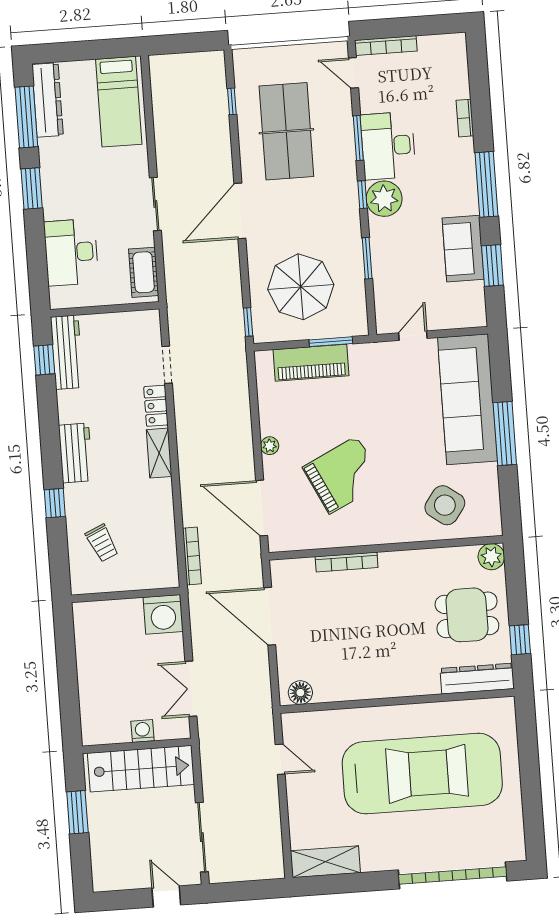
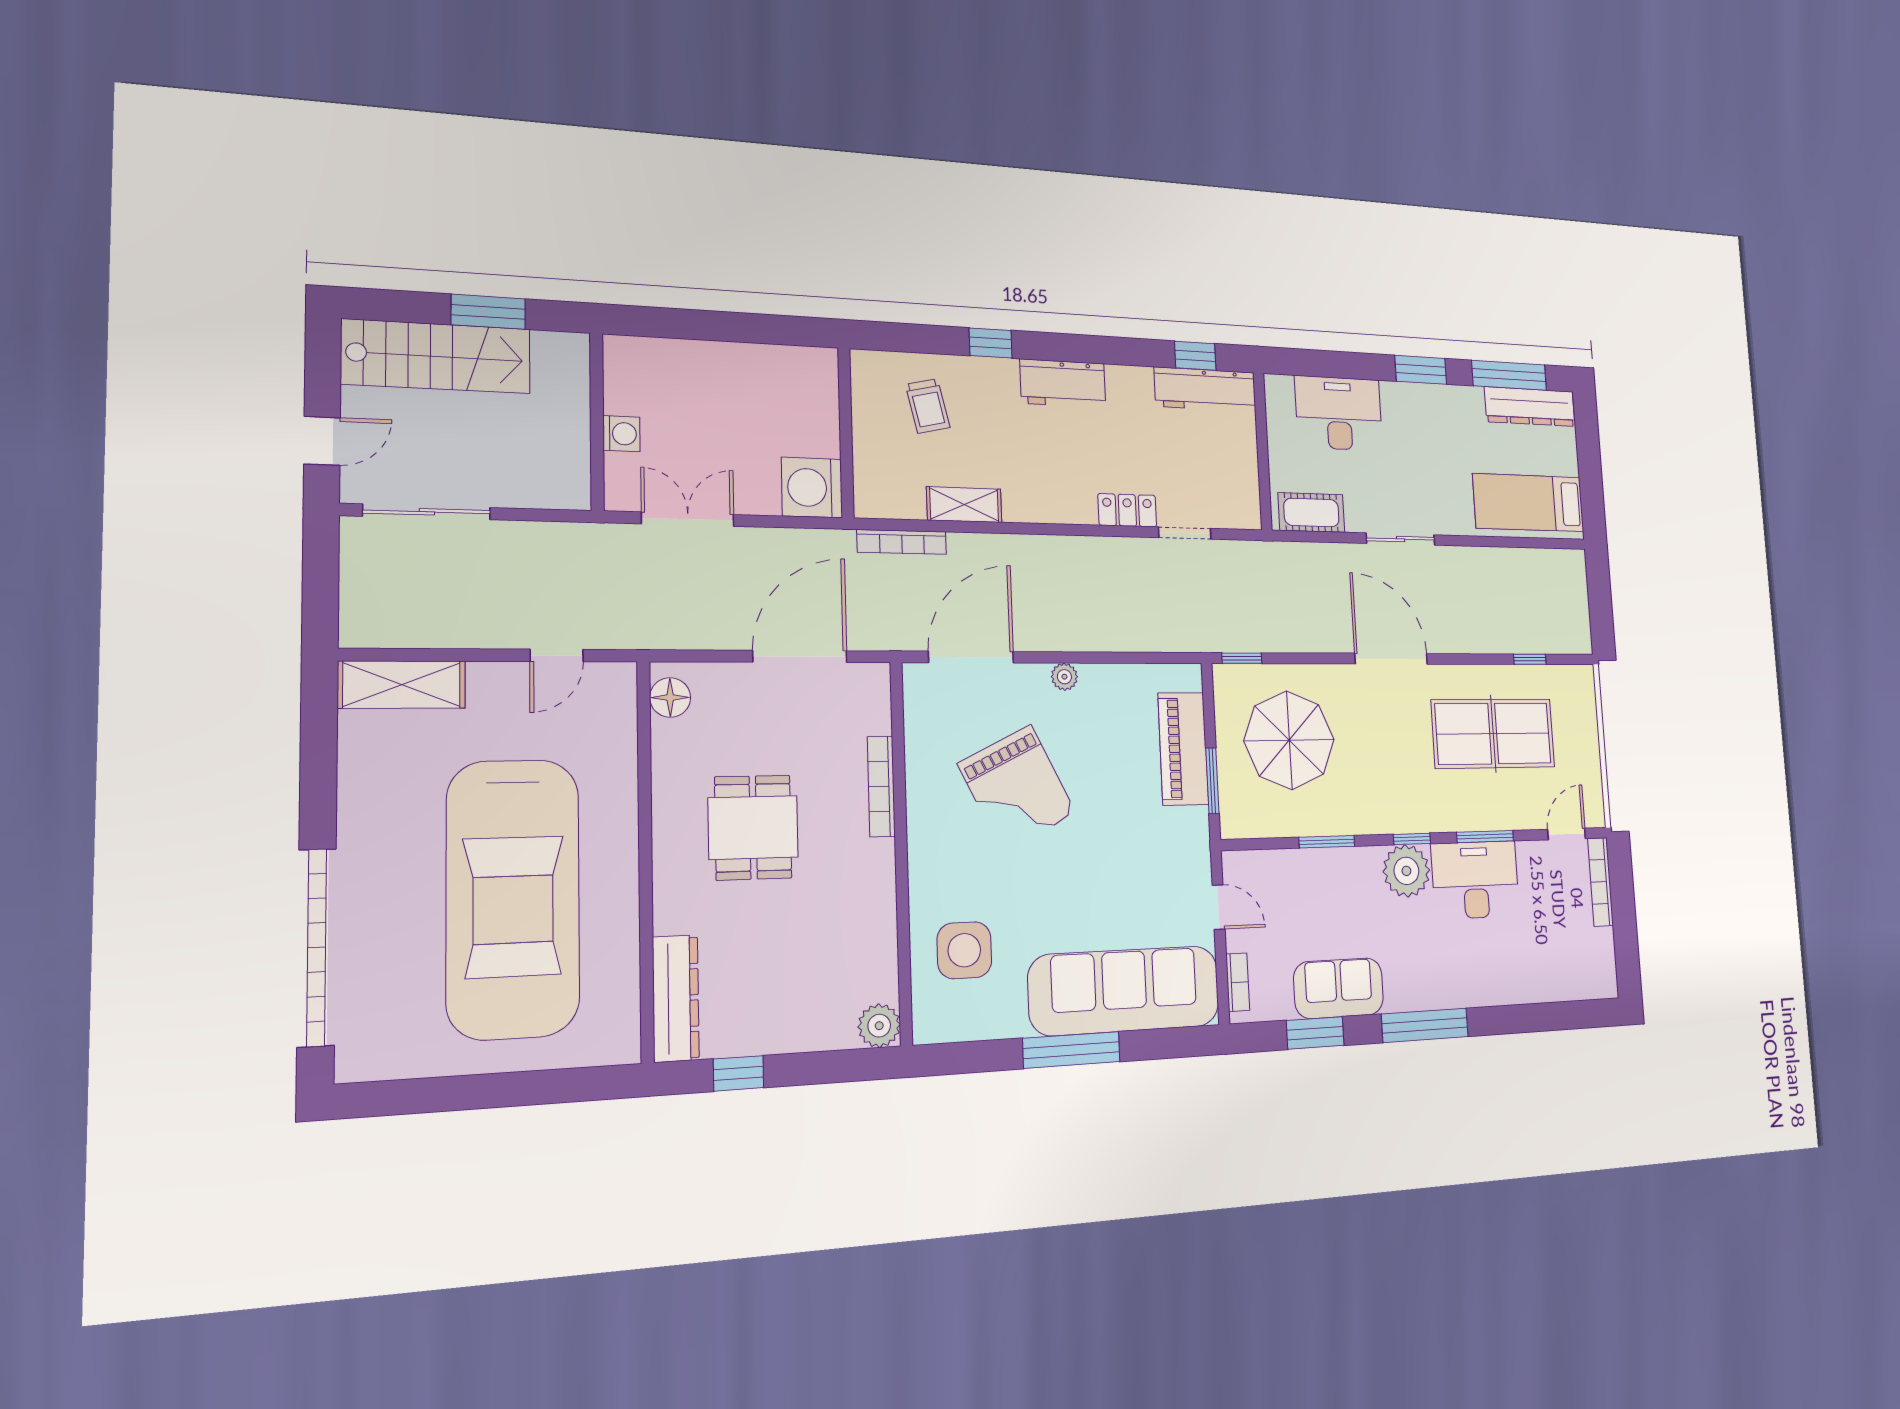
bookcase: (465, 118) -> (1238, 982), moved, turned 90
shelving: (159, 453) -> (964, 505), moved
side table: (445, 505) -> (964, 950), turned -36
trolley: (102, 543) -> (928, 406), turned -79
dining table: (467, 615) -> (753, 828), moved
stairs: (141, 769) -> (437, 356), moved, turned -90
shelving: (325, 862) -> (402, 685), moved, turned 90

